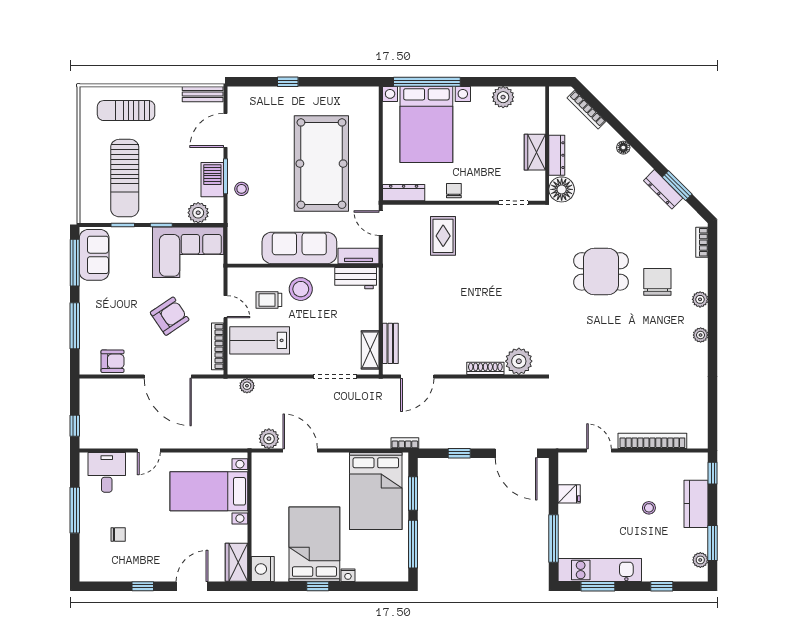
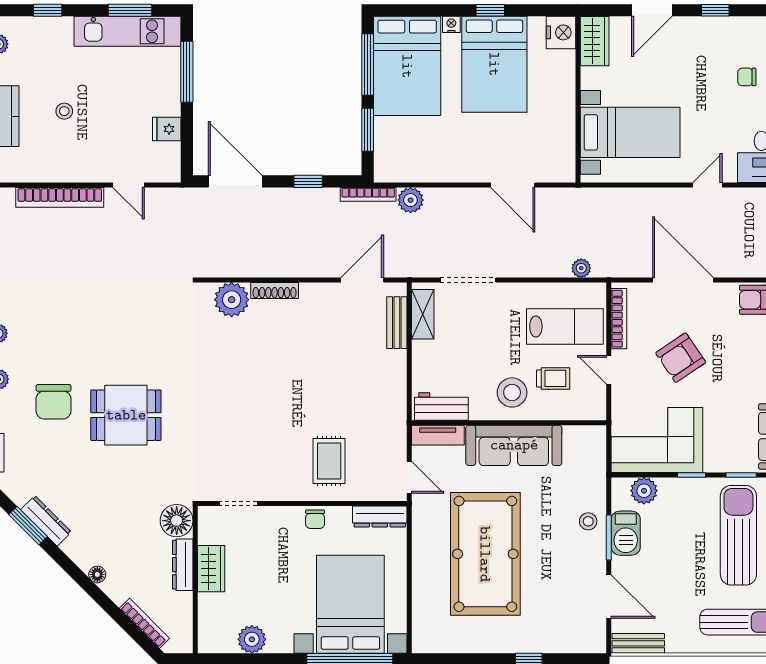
door: (225, 130) -> (609, 597), hinge flipped
plant: (269, 439) -> (411, 200), moved
bookcase: (405, 443) -> (368, 194), width x1.56
bed: (376, 491) -> (407, 66), moved, turned 180

